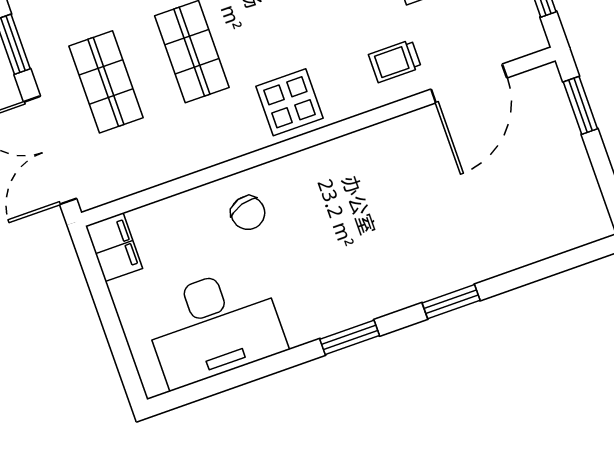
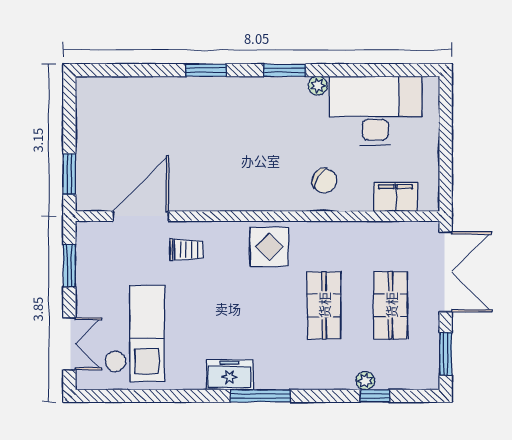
chair: (248, 213) -> (325, 181), turned 138
filing cabinet: (114, 247) -> (395, 197), moved, turned 90
plant: (300, 333) -> (318, 86), added

